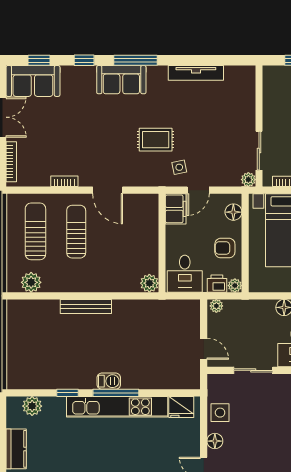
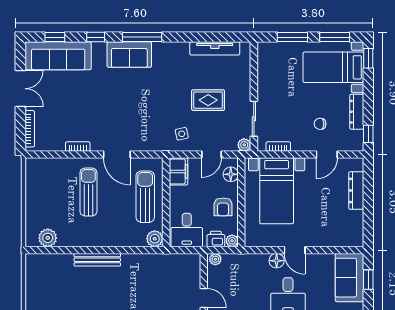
tv unit: (196, 73) -> (215, 48), moved
sofa: (33, 81) -> (58, 56), width x1.36
rug: (156, 140) -> (208, 100), moved
door: (198, 190) -> (212, 155), moved
sun lounger: (35, 231) -> (145, 197), moved
armchair: (225, 248) -> (223, 207), turned -90

